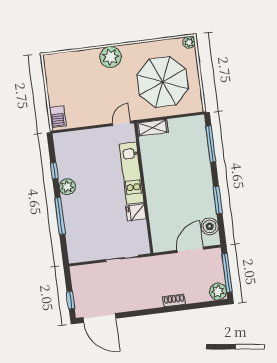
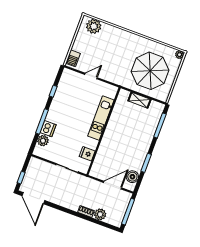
plant: (111, 57) -> (94, 26), moved
door: (122, 123) -> (91, 76), moved
shelving: (153, 128) -> (139, 100), moved
plant: (67, 187) -> (43, 141), moved
fridge: (136, 212) -> (87, 154), moved
dishwasher: (72, 221) -> (48, 129), added
plant: (218, 292) -> (100, 214), moved

